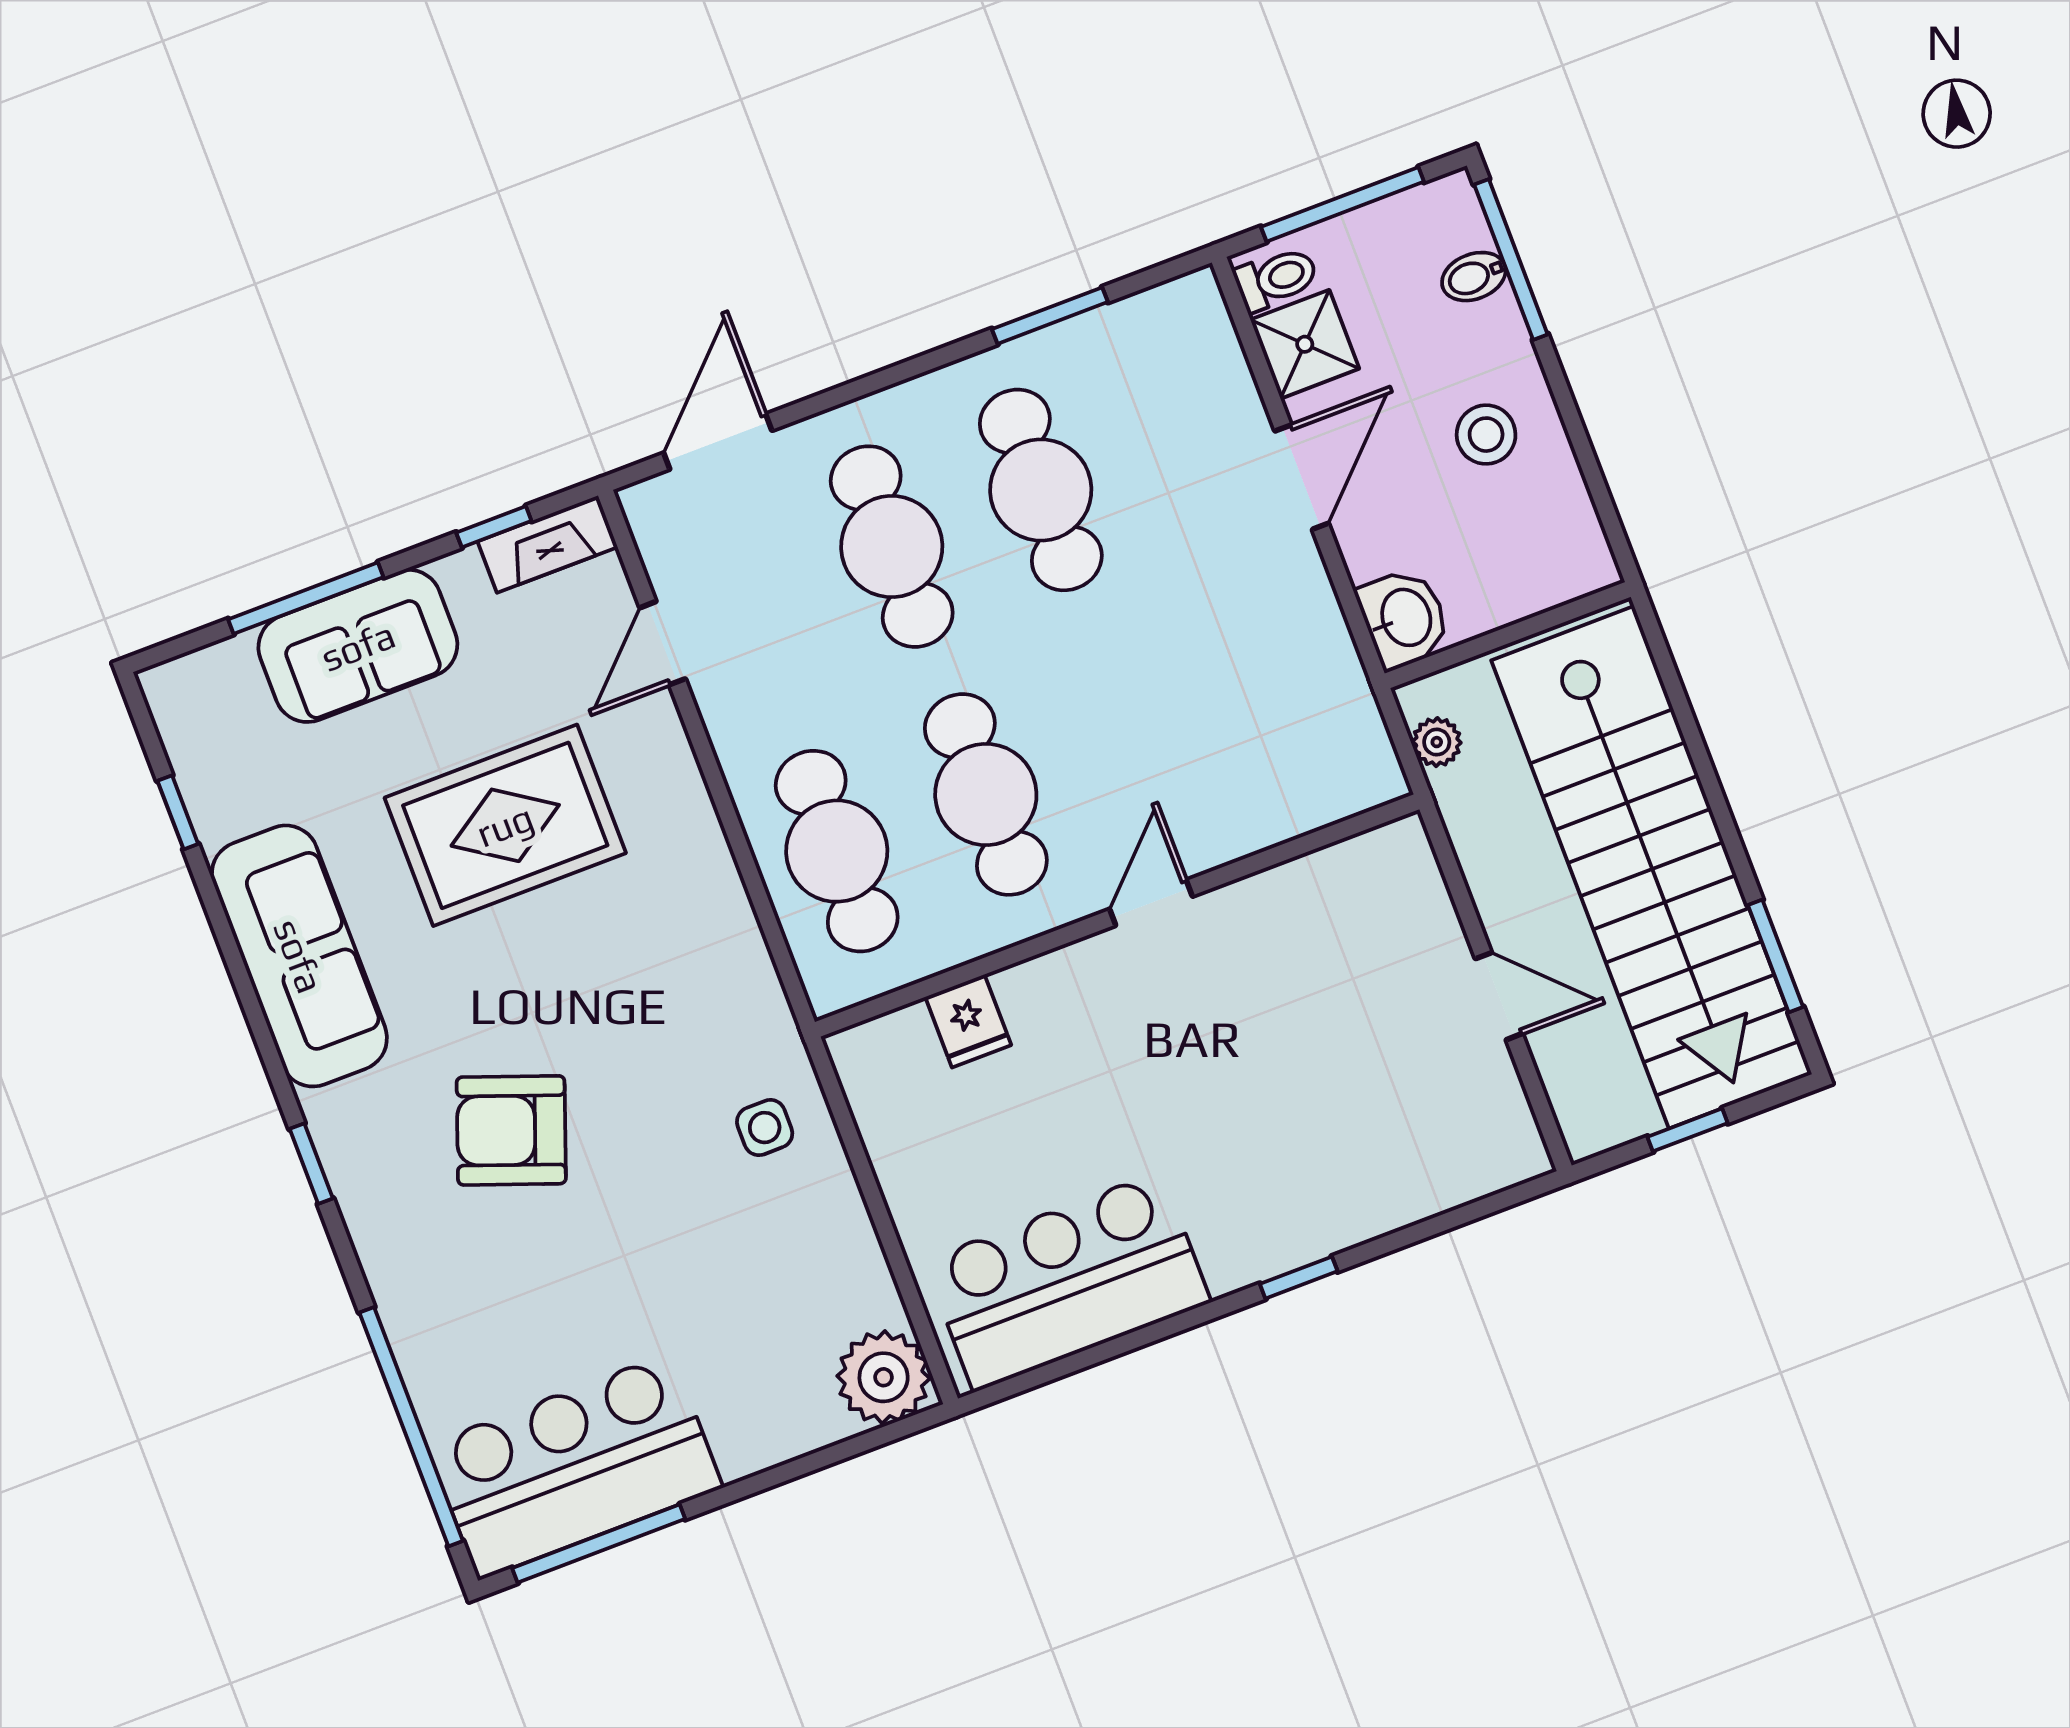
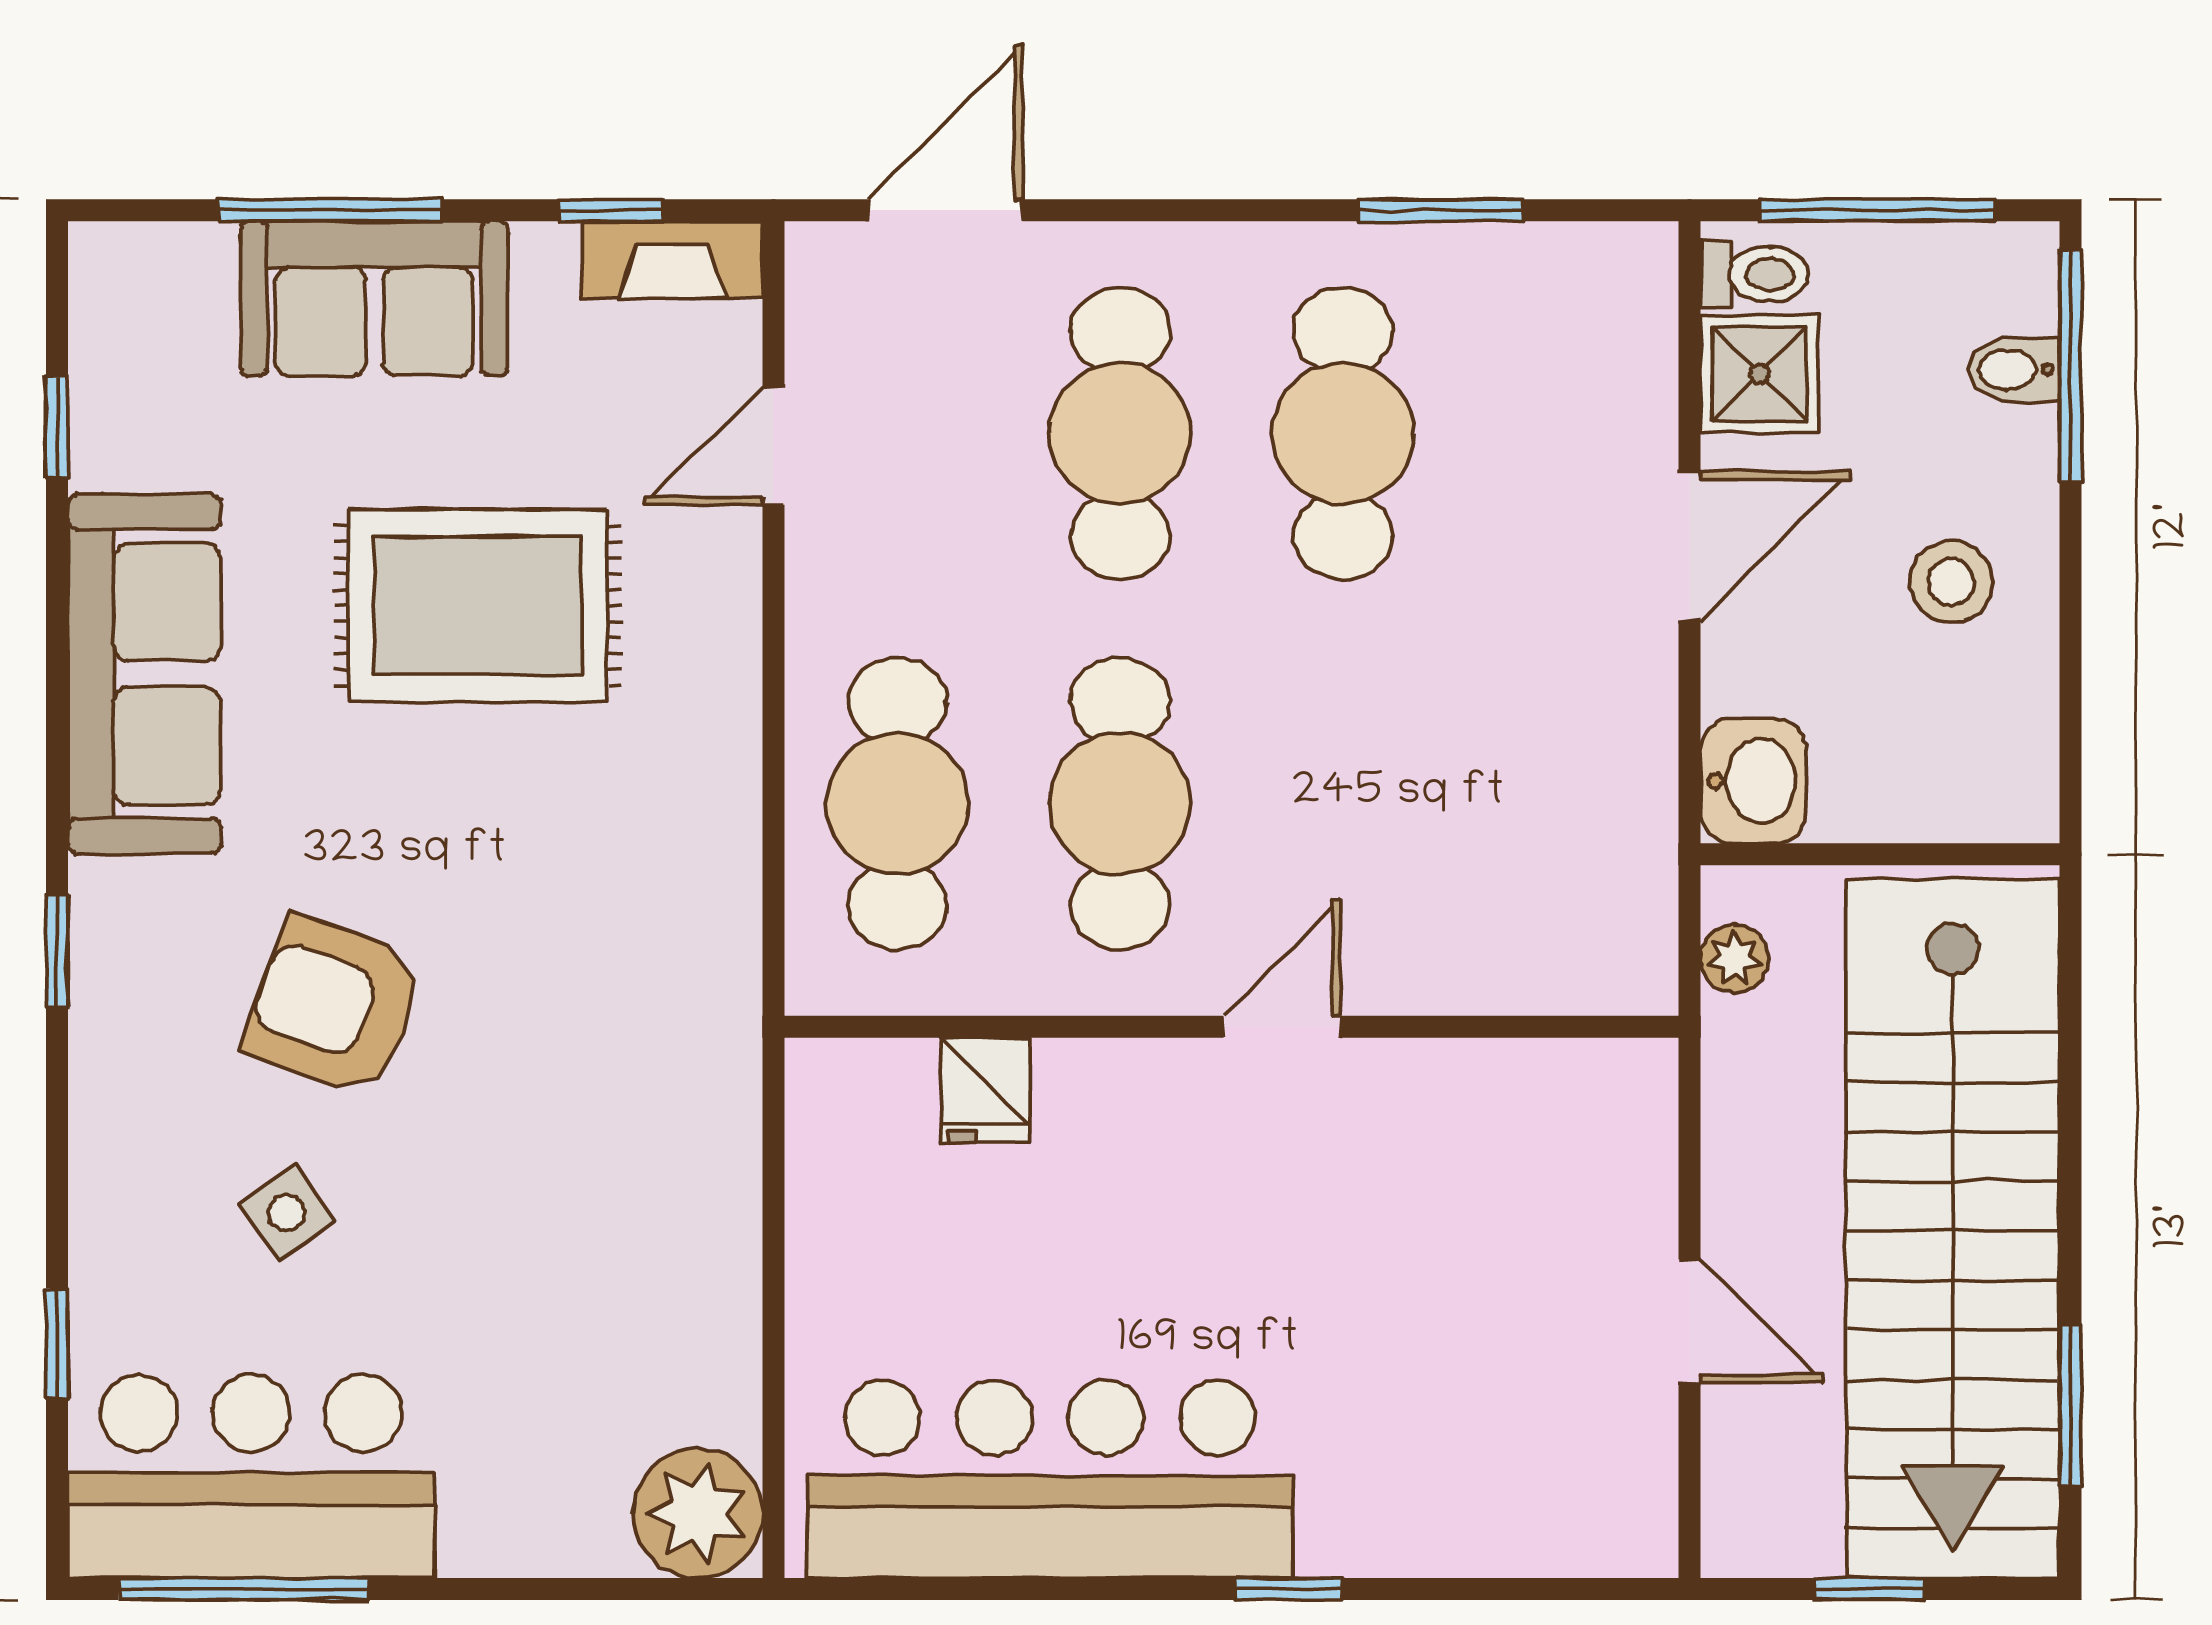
side table: (765, 1128) -> (286, 1213), moved, turned -35
bar counter: (1067, 1281) -> (1050, 1479), width x1.36
window: (411, 1427) -> (57, 1344), width x0.32

